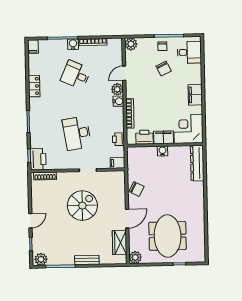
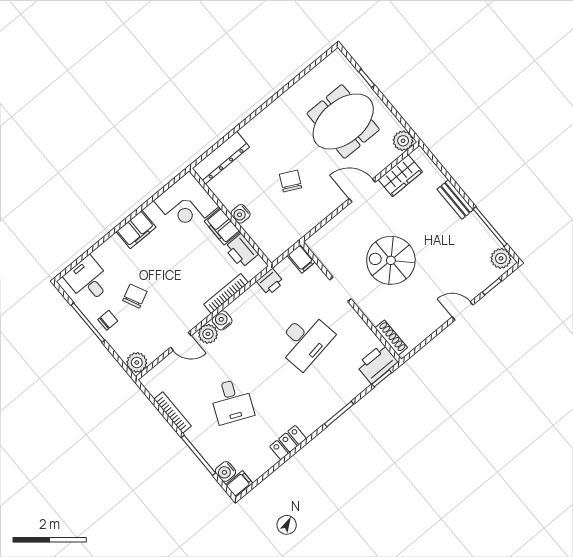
water cooler: (73, 44) -> (225, 472), moved
chair: (136, 189) -> (290, 181), moved

